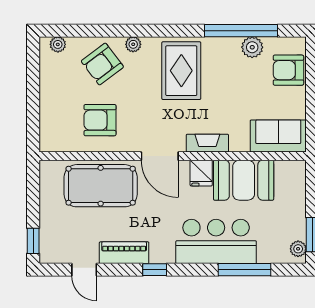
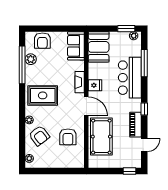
door: (160, 156) -> (86, 106), hinge flipped
booth: (244, 180) -> (99, 47), moved

